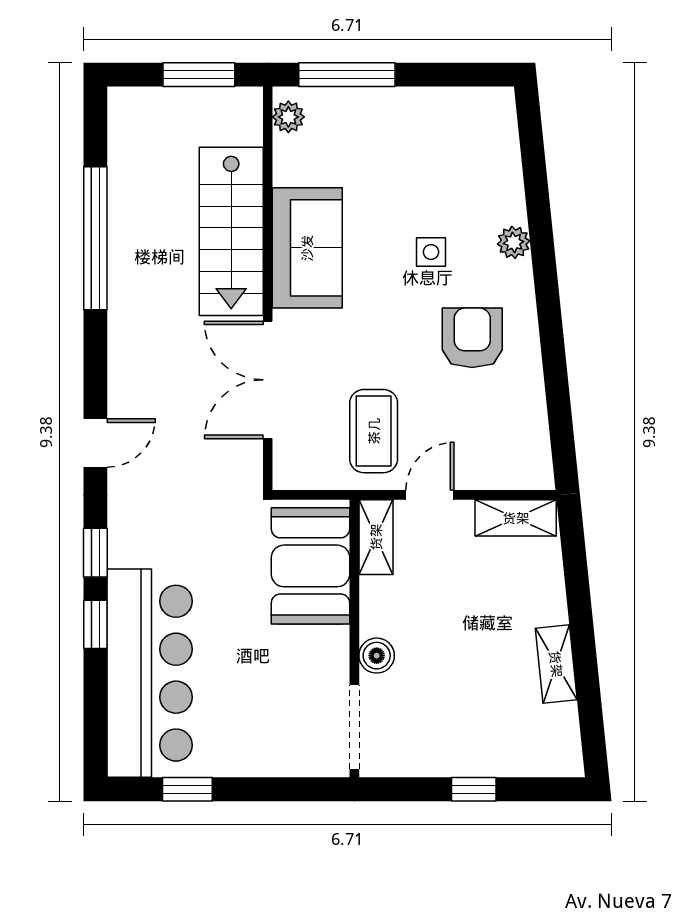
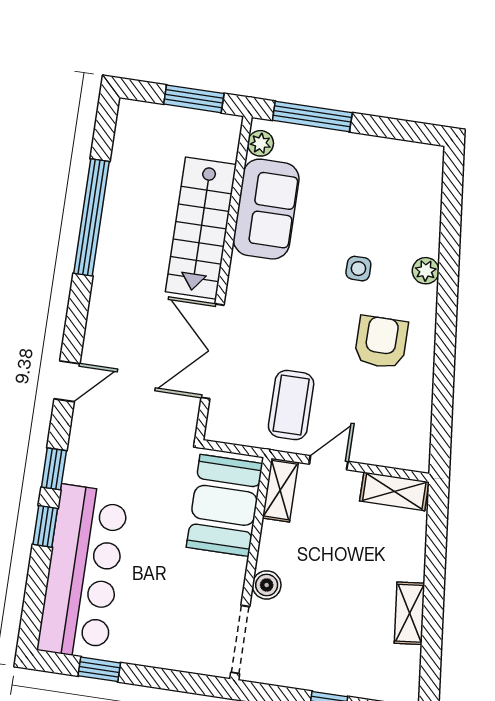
sofa: (307, 248) -> (266, 209), moved

